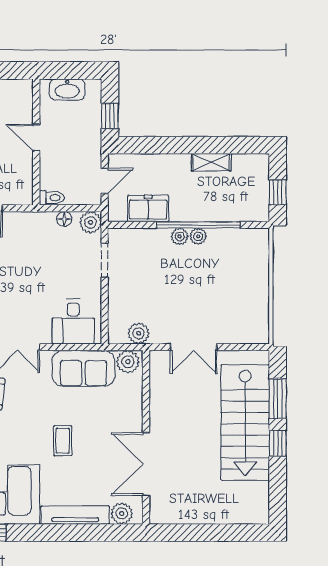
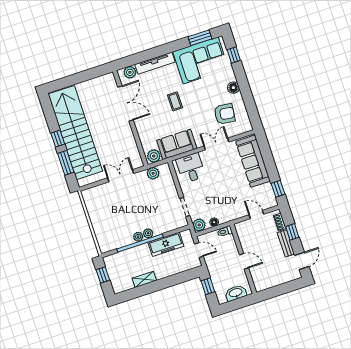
door: (105, 181) -> (199, 250), swing flipped
freezer: (148, 208) -> (166, 244), width x1.40
stairs: (245, 422) -> (75, 133), width x1.36

